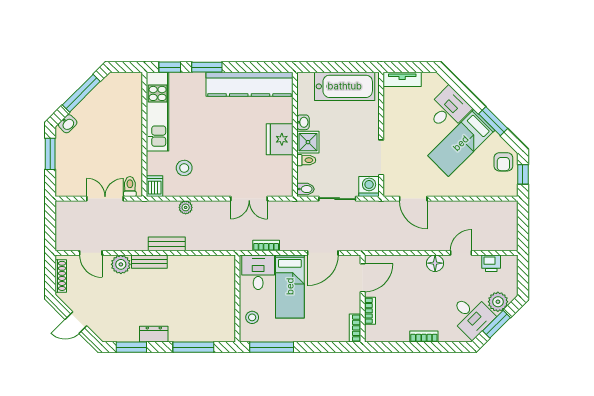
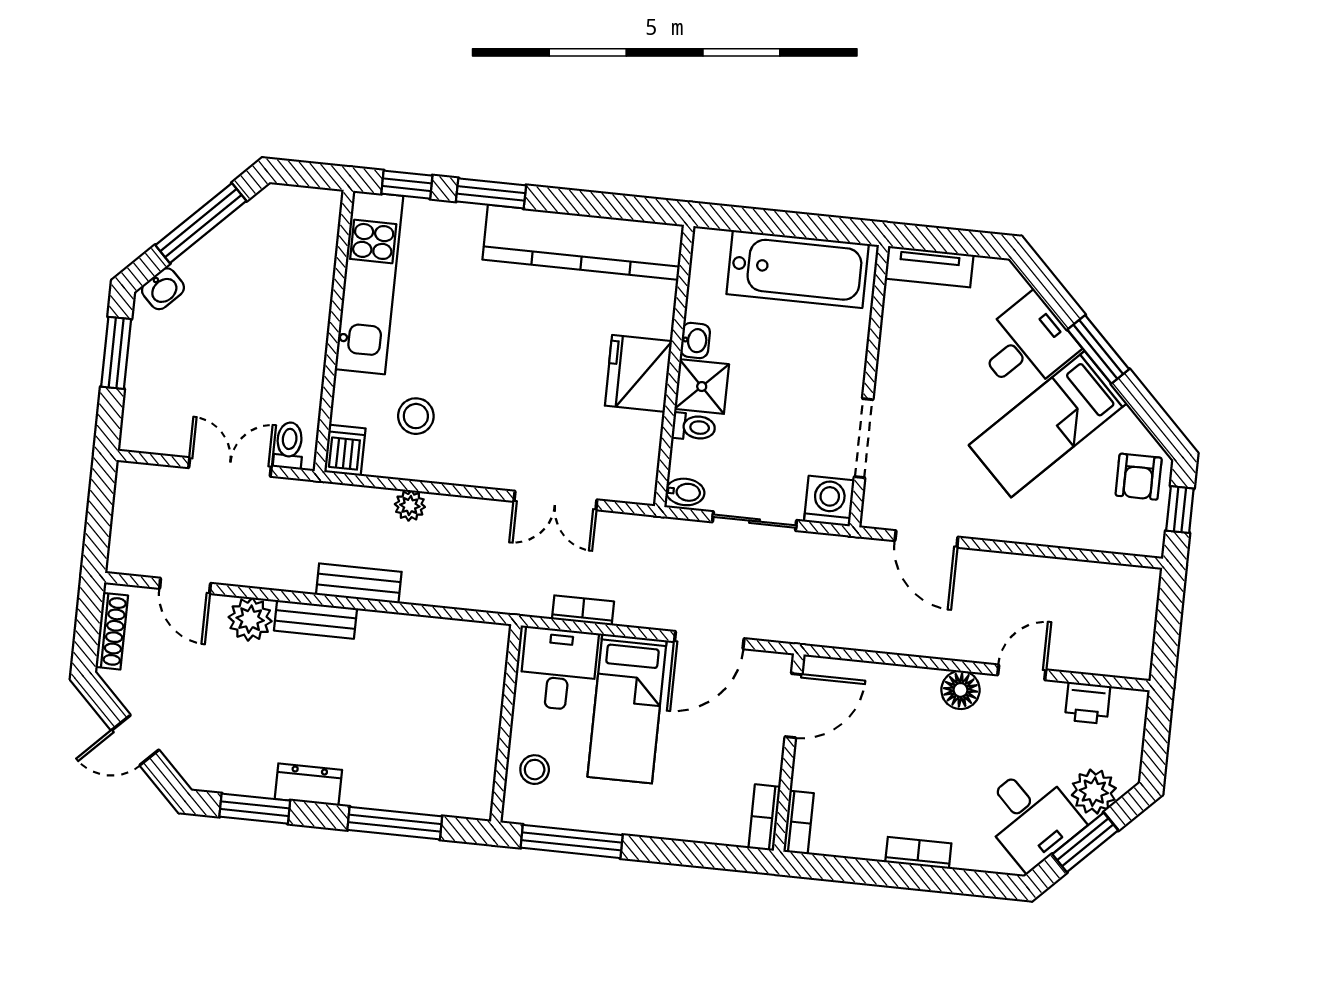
window: (493, 121) -> (1098, 349), moved
bookcase: (370, 311) -> (798, 822), moved

